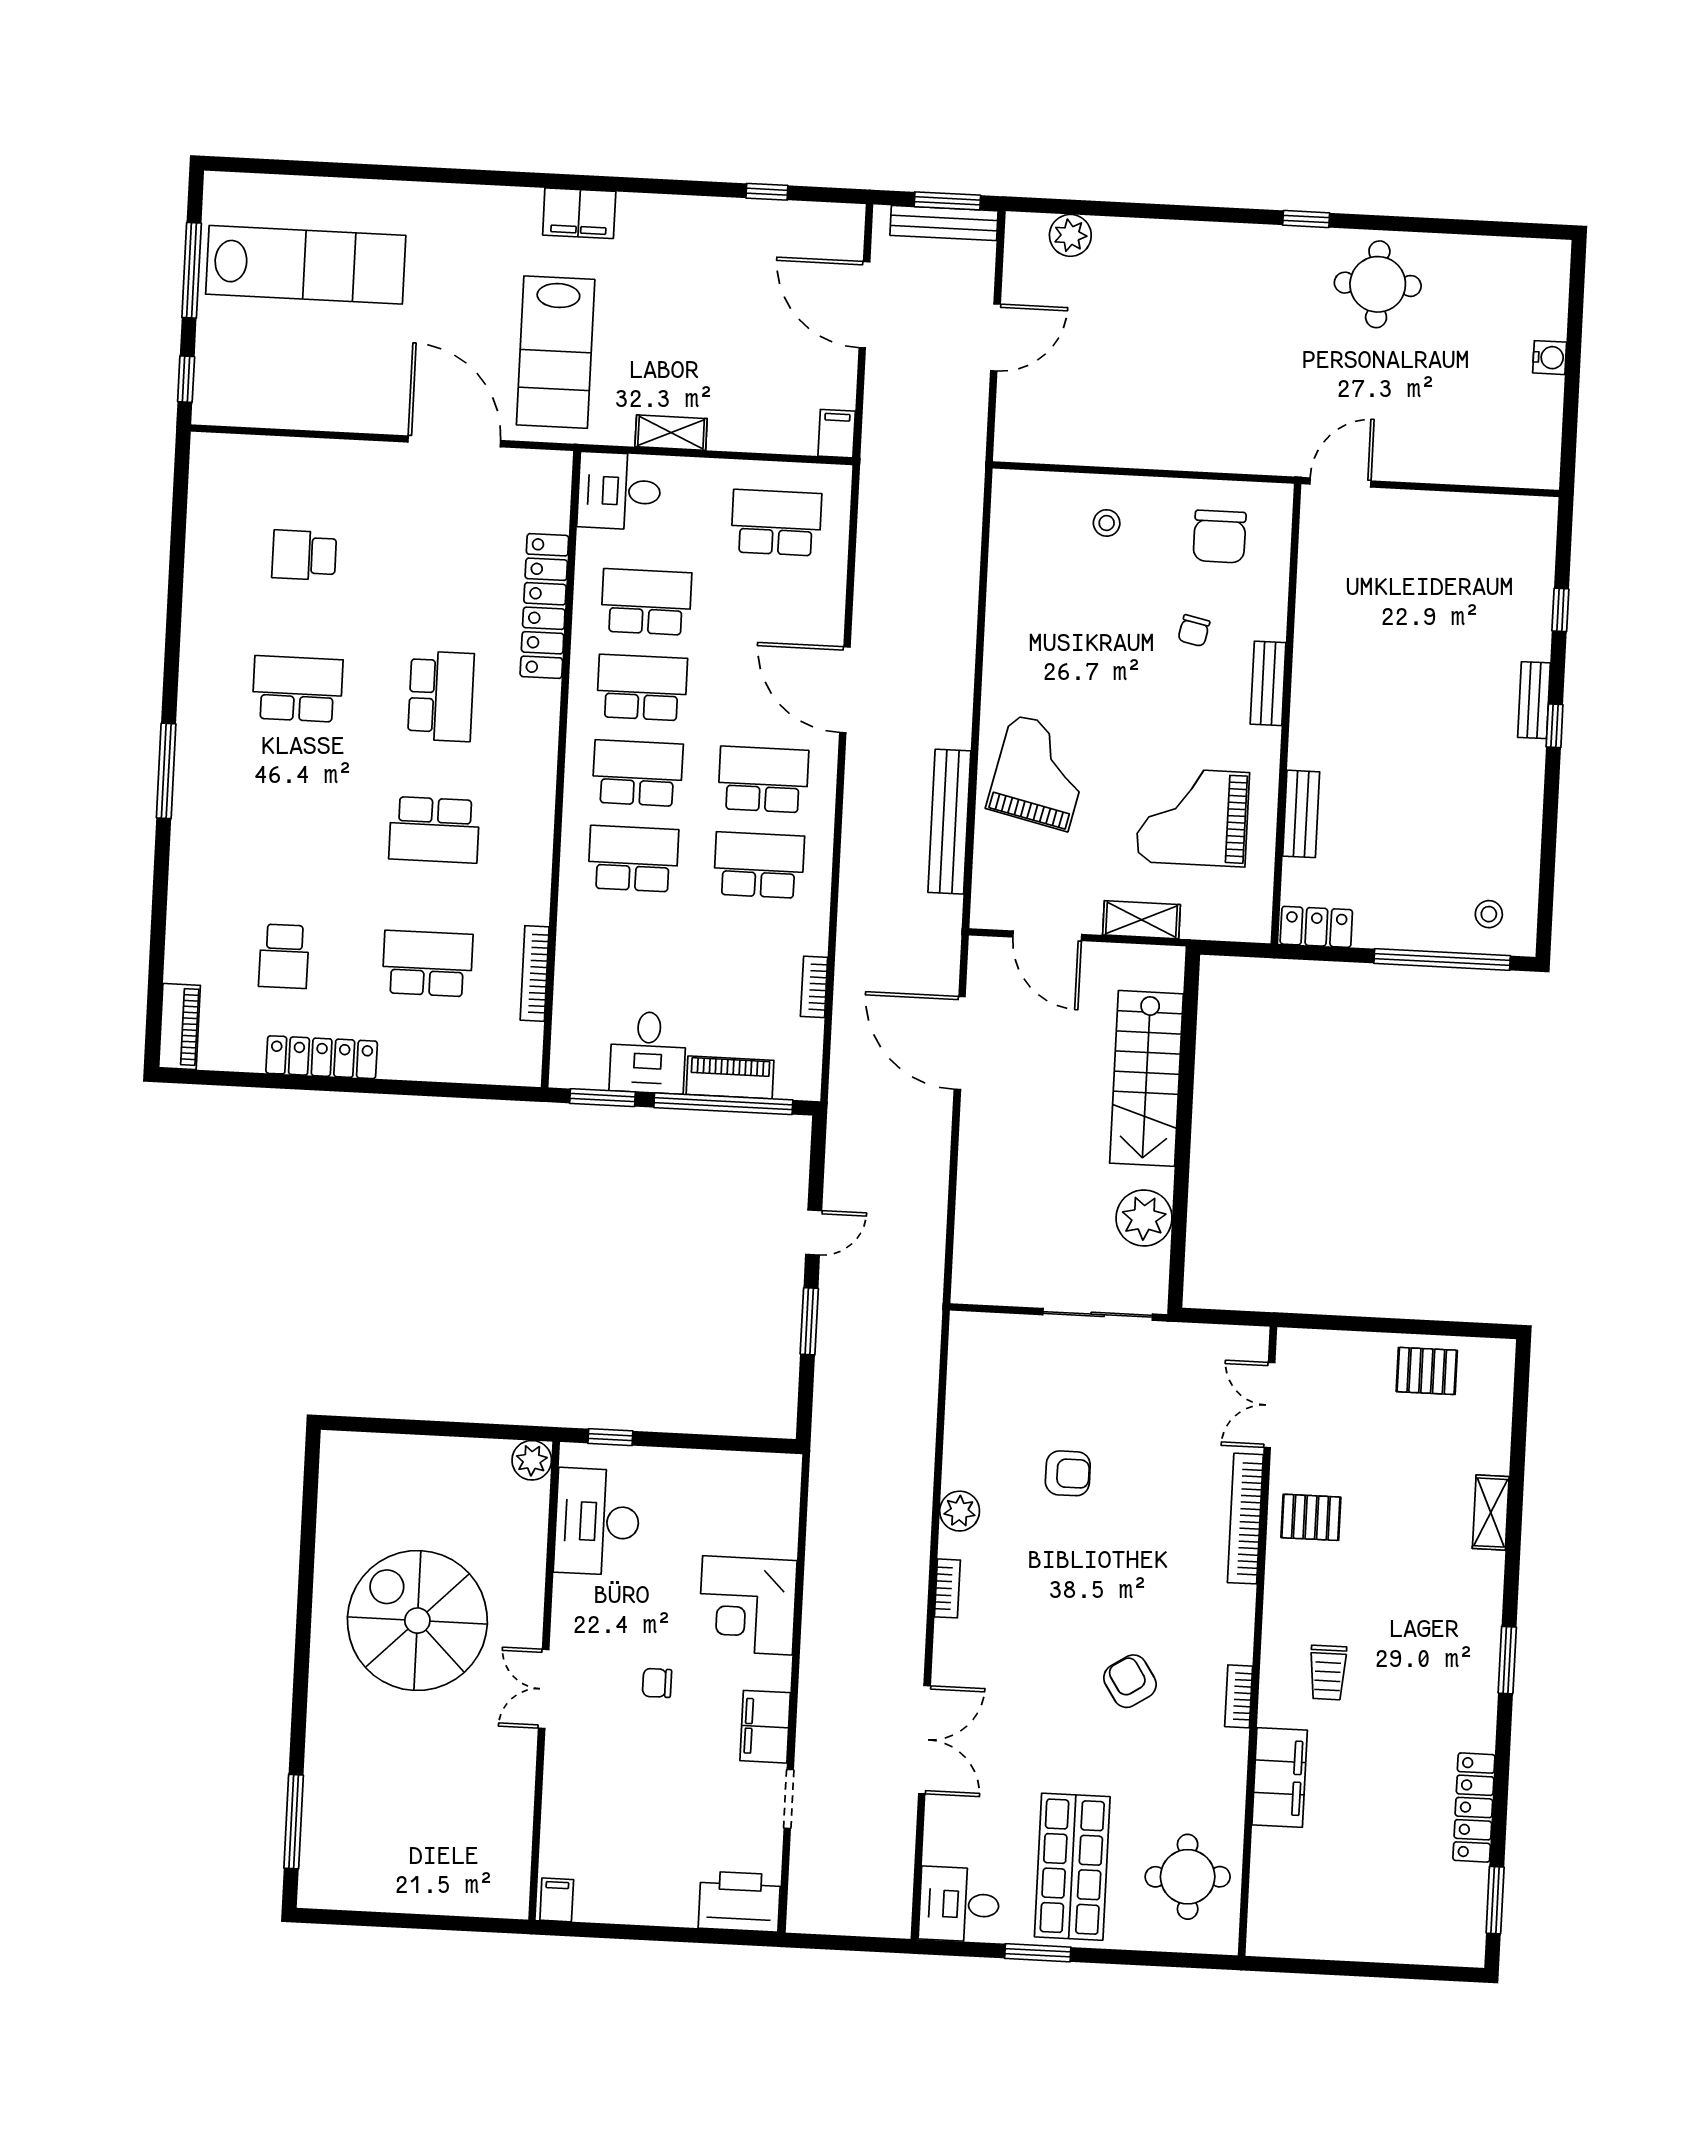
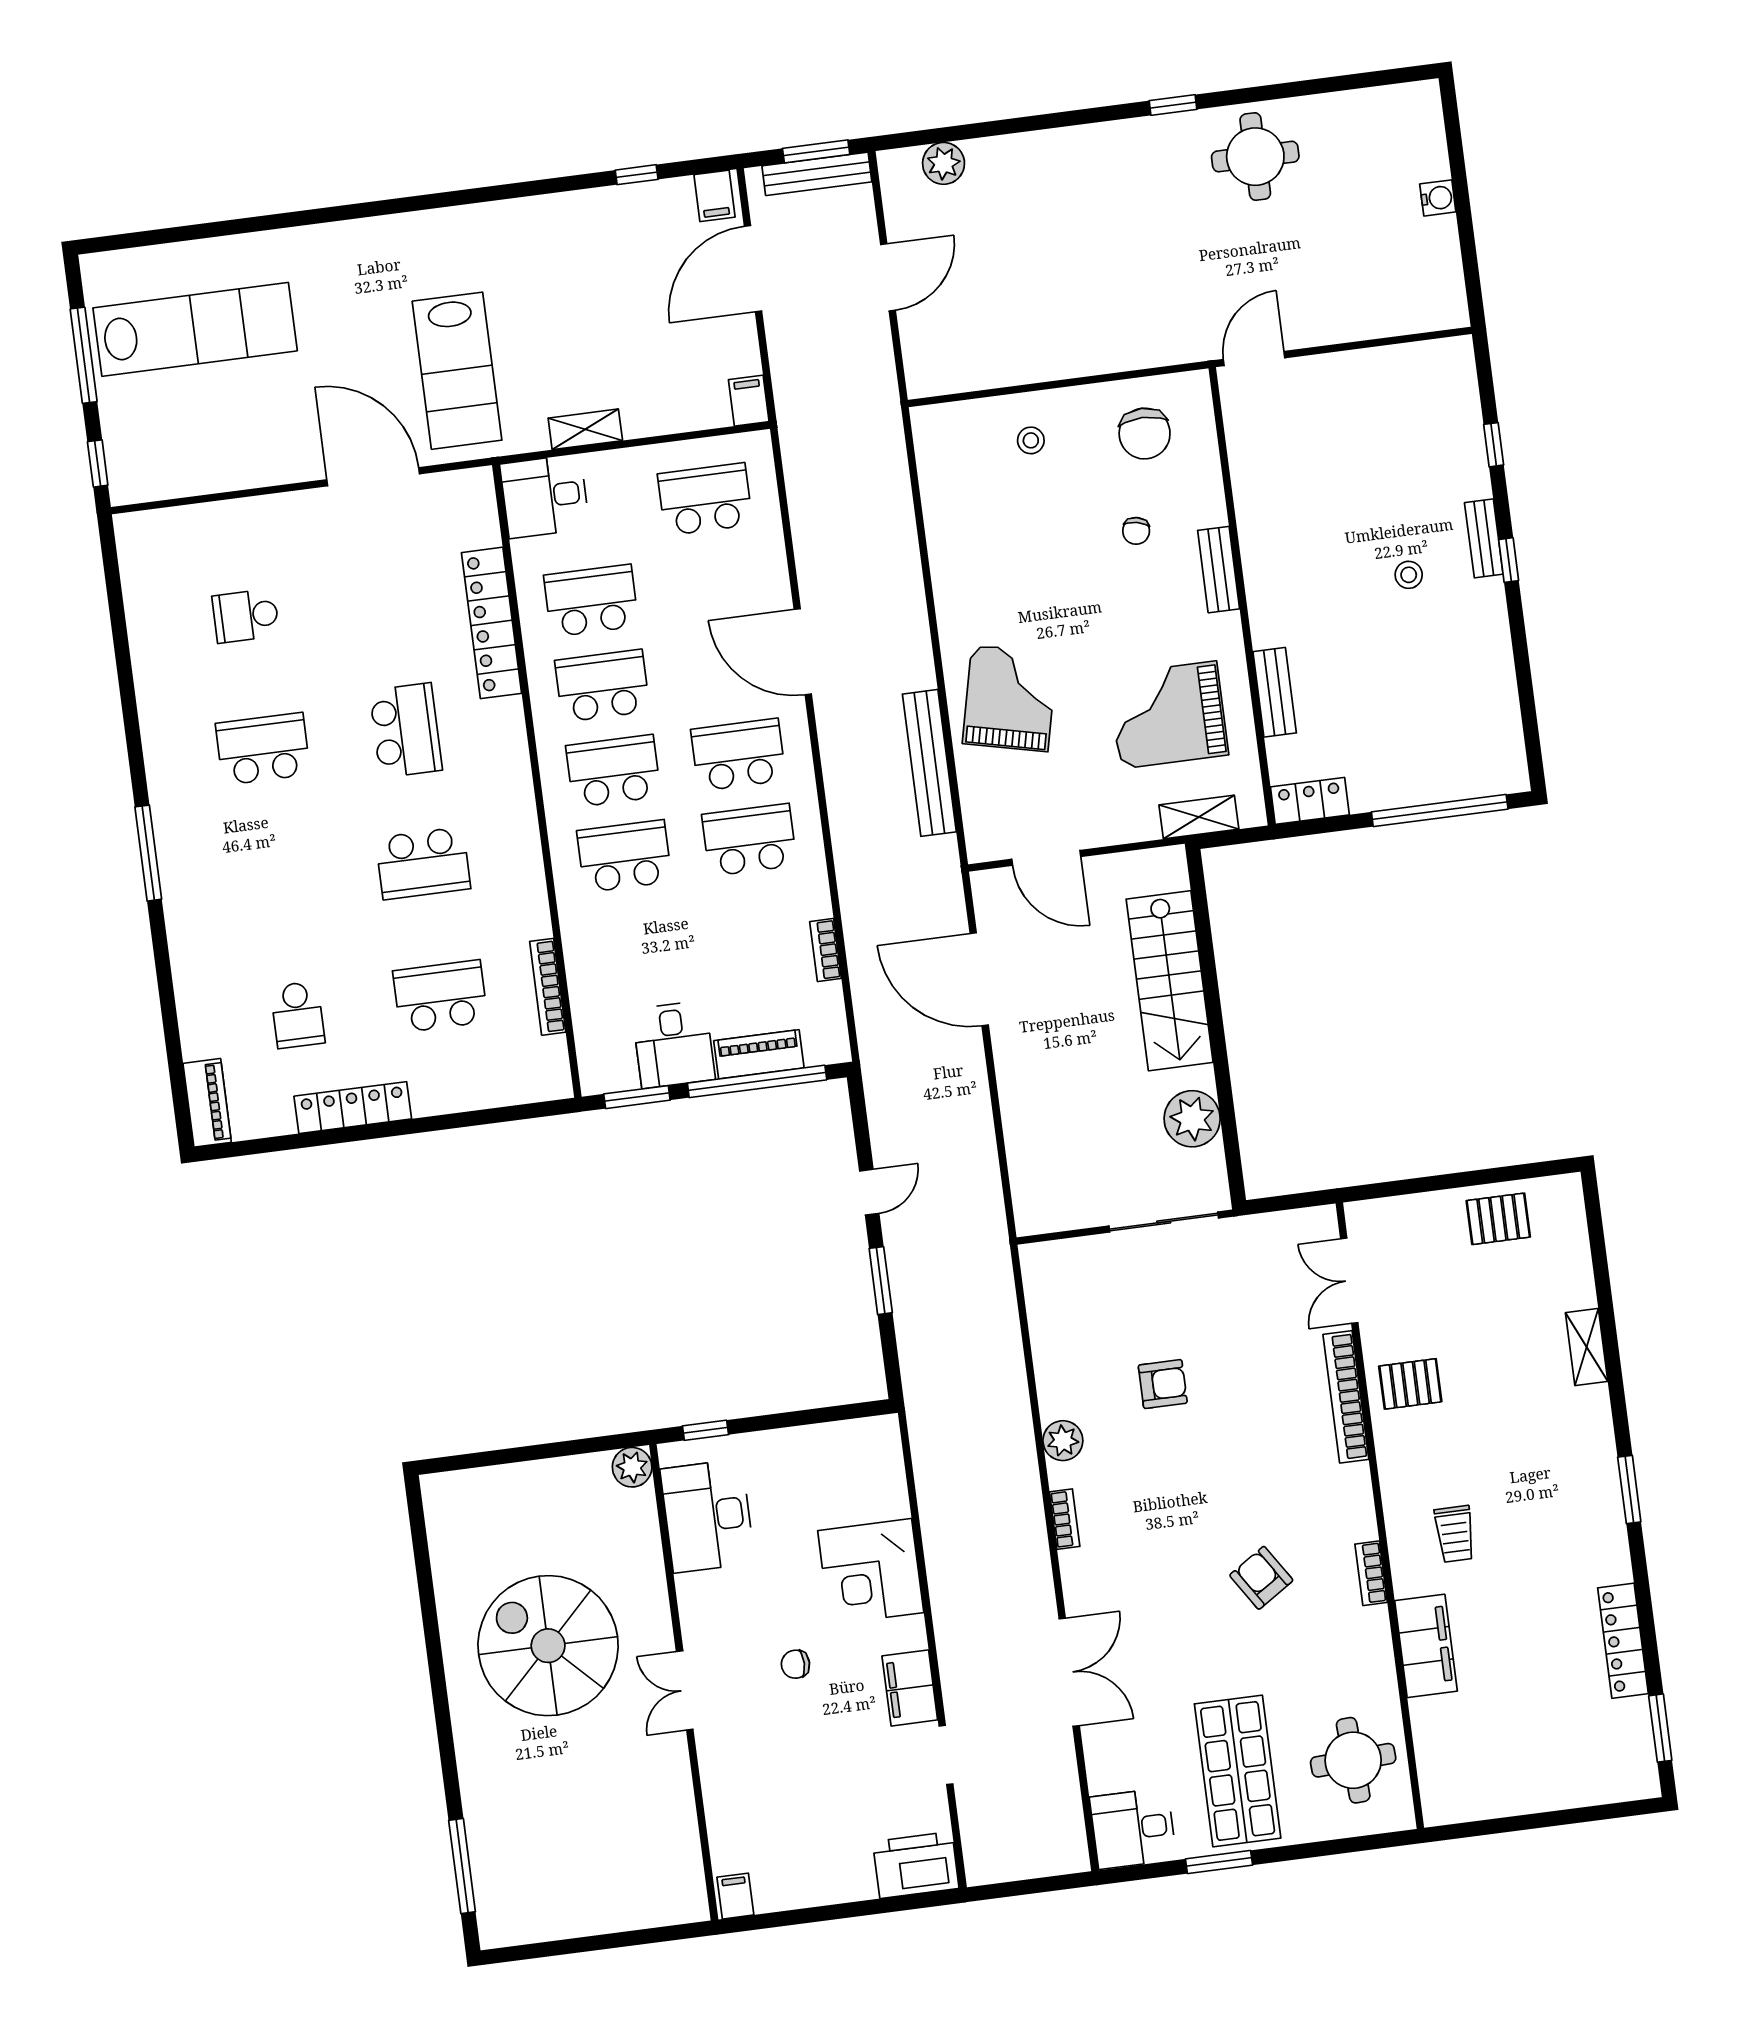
filing cabinet: (579, 213) -> (714, 196), moved, width x0.50
door: (864, 305) -> (753, 269), hinge flipped
stool: (1489, 914) -> (1409, 575), moved
shelving: (1141, 920) -> (1199, 817), moved

